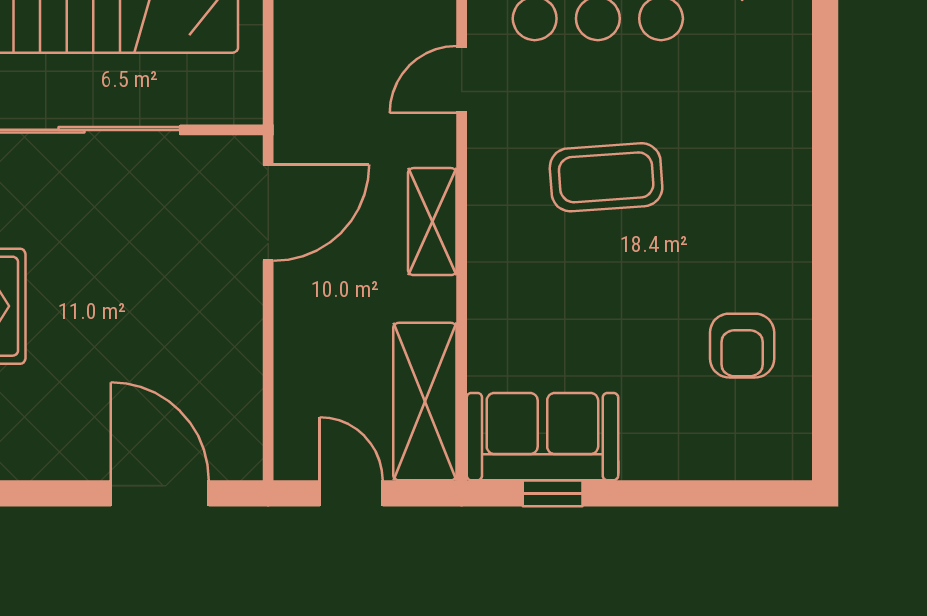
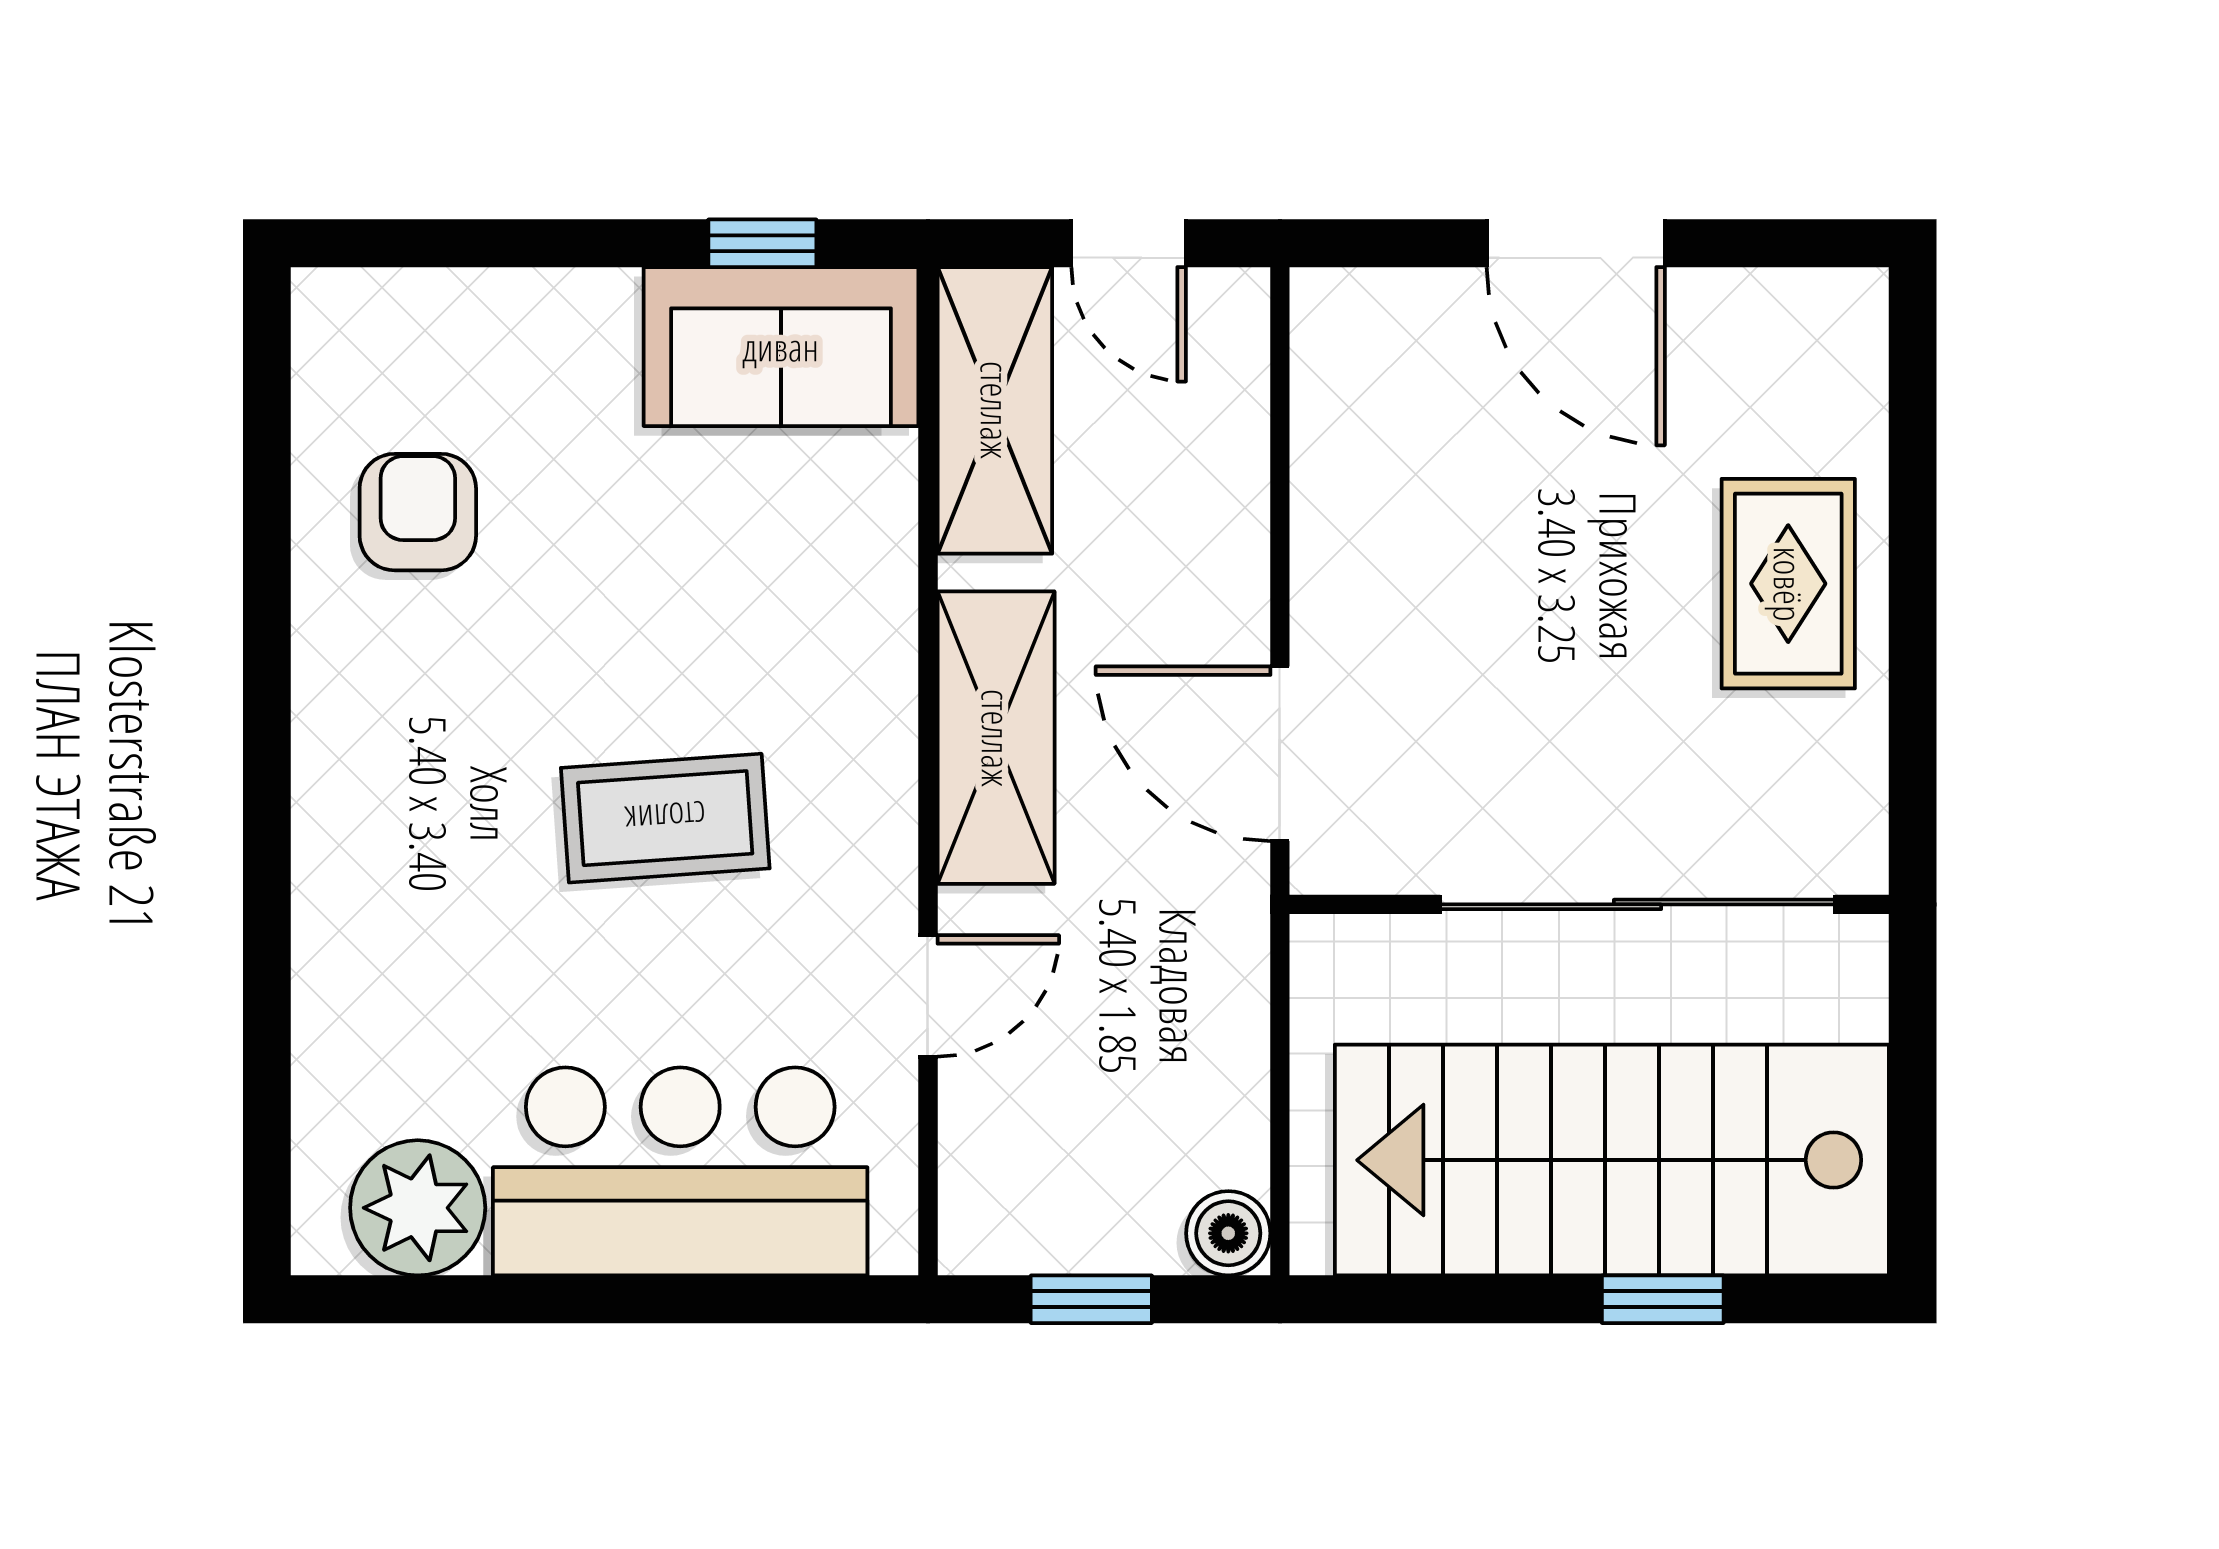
door: (268, 213) -> (1280, 754), hinge flipped
shelving: (432, 222) -> (996, 738), width x1.50, depth x1.33
door: (160, 493) -> (1576, 243), moved

